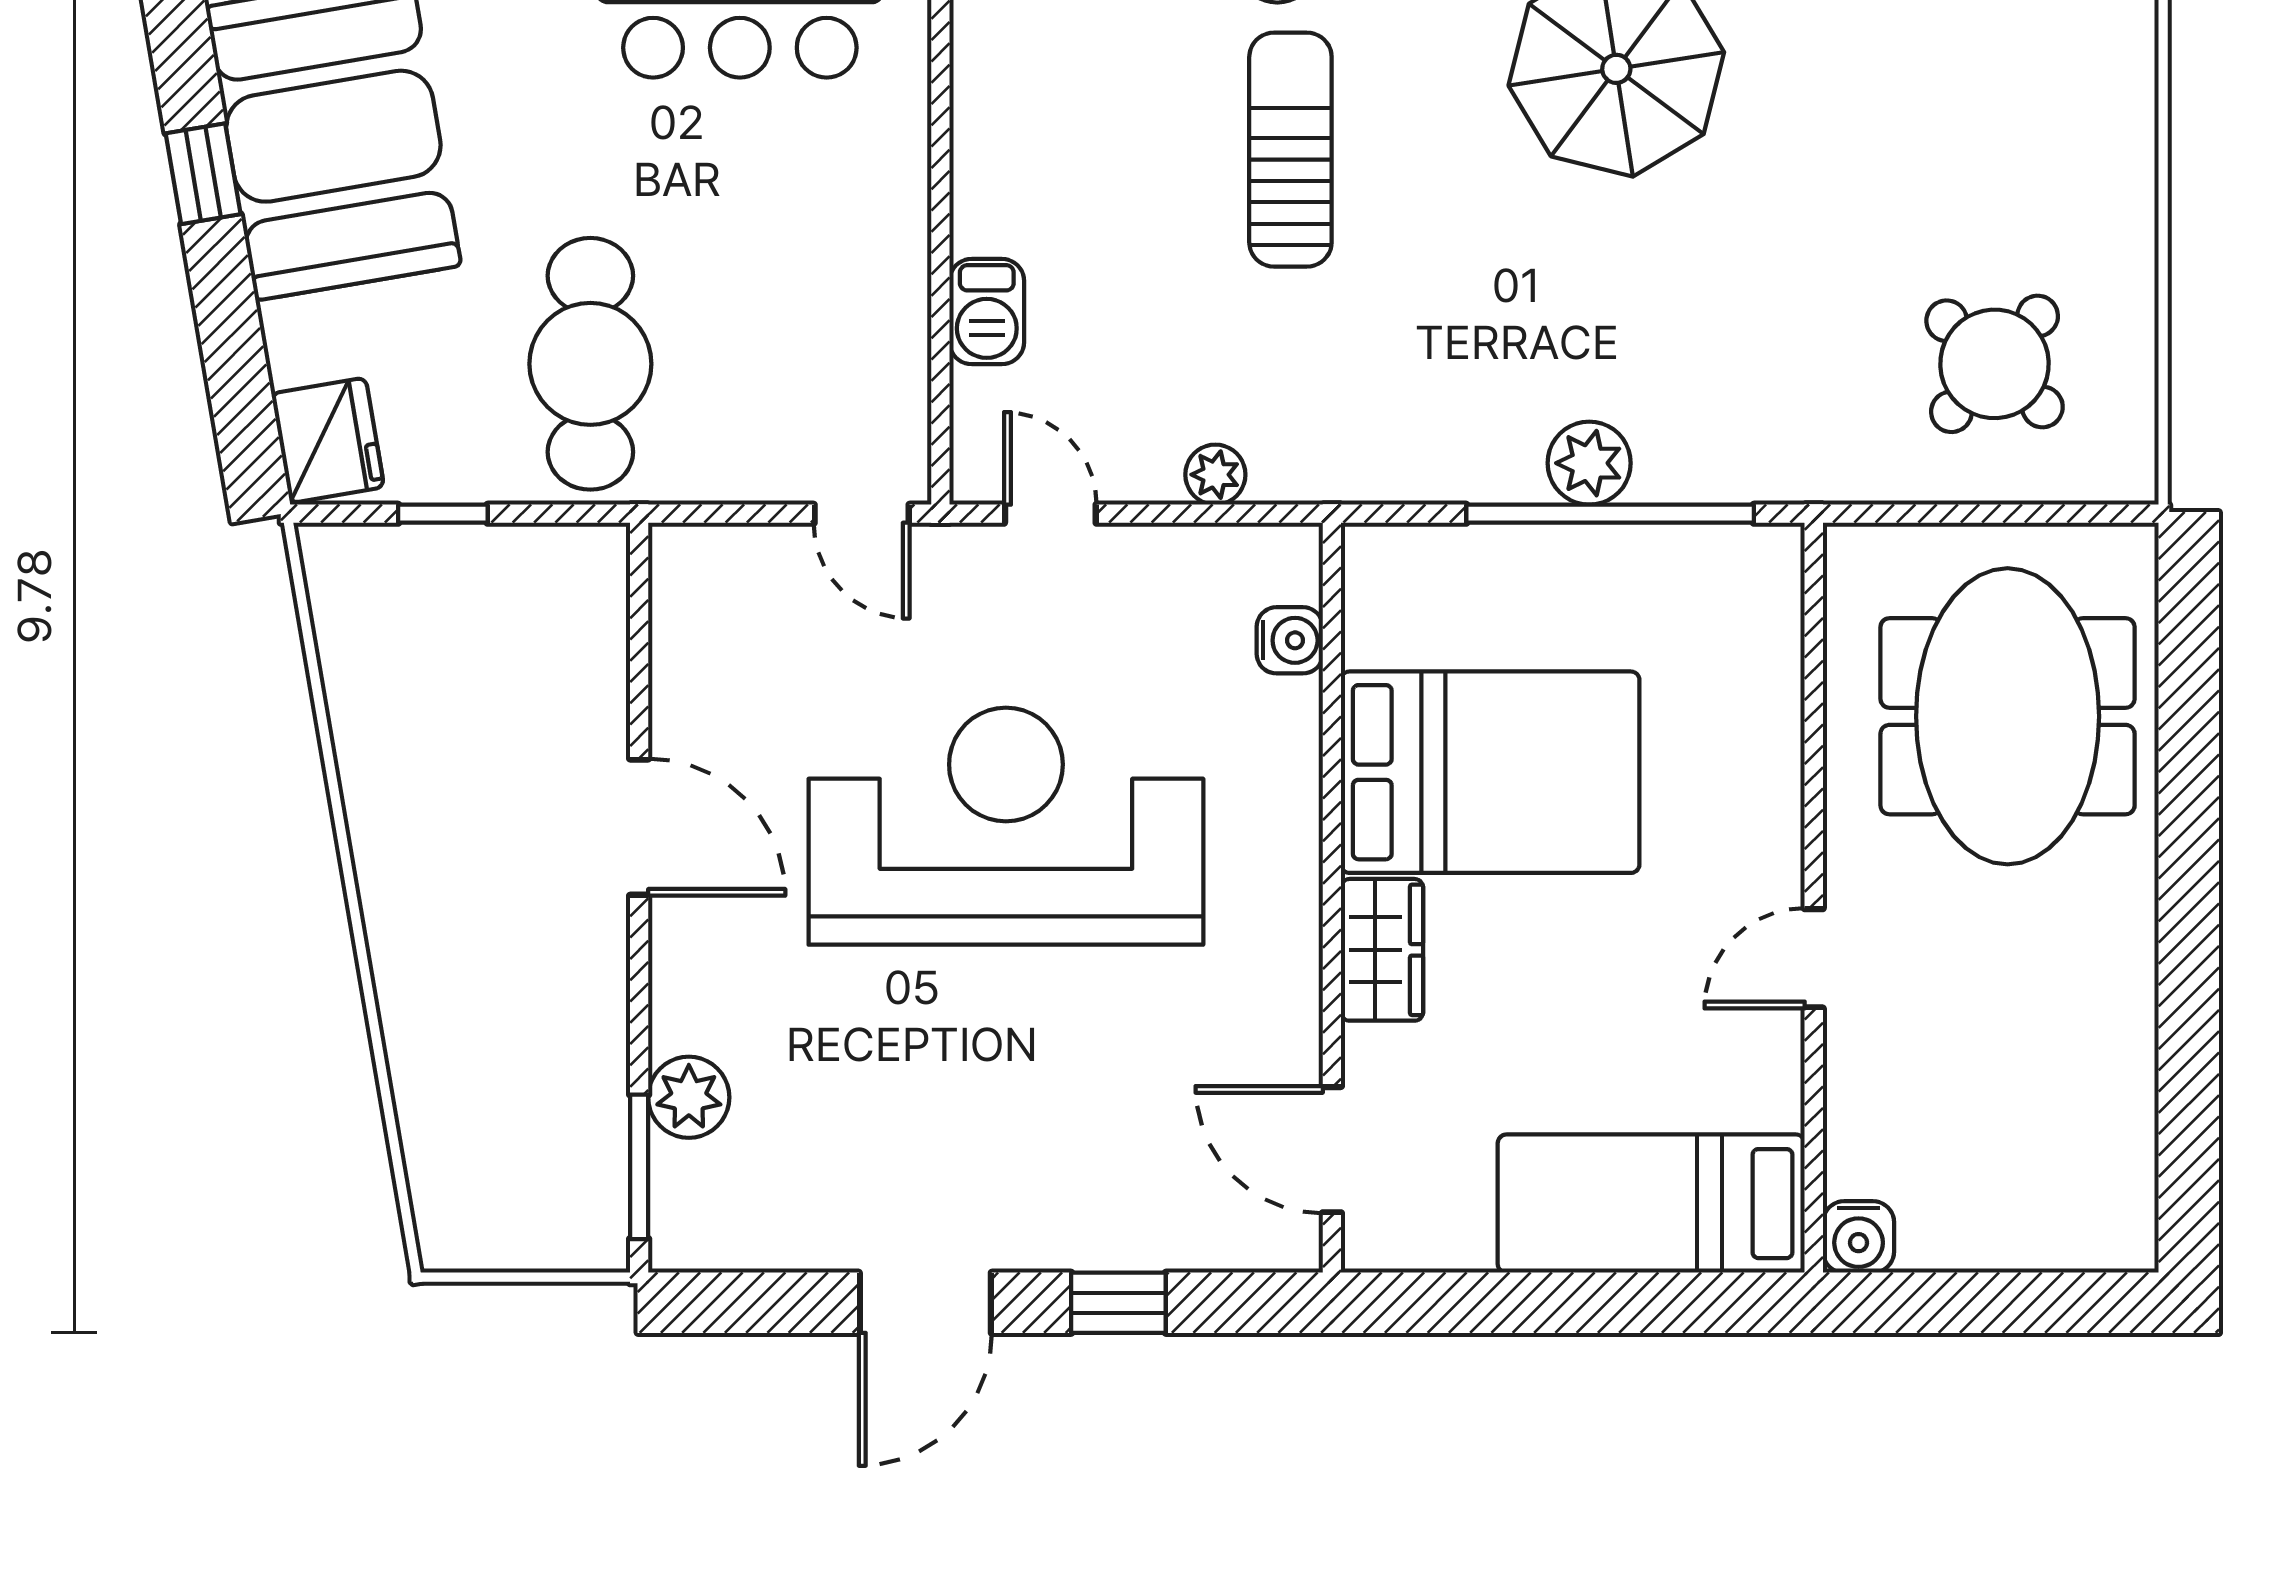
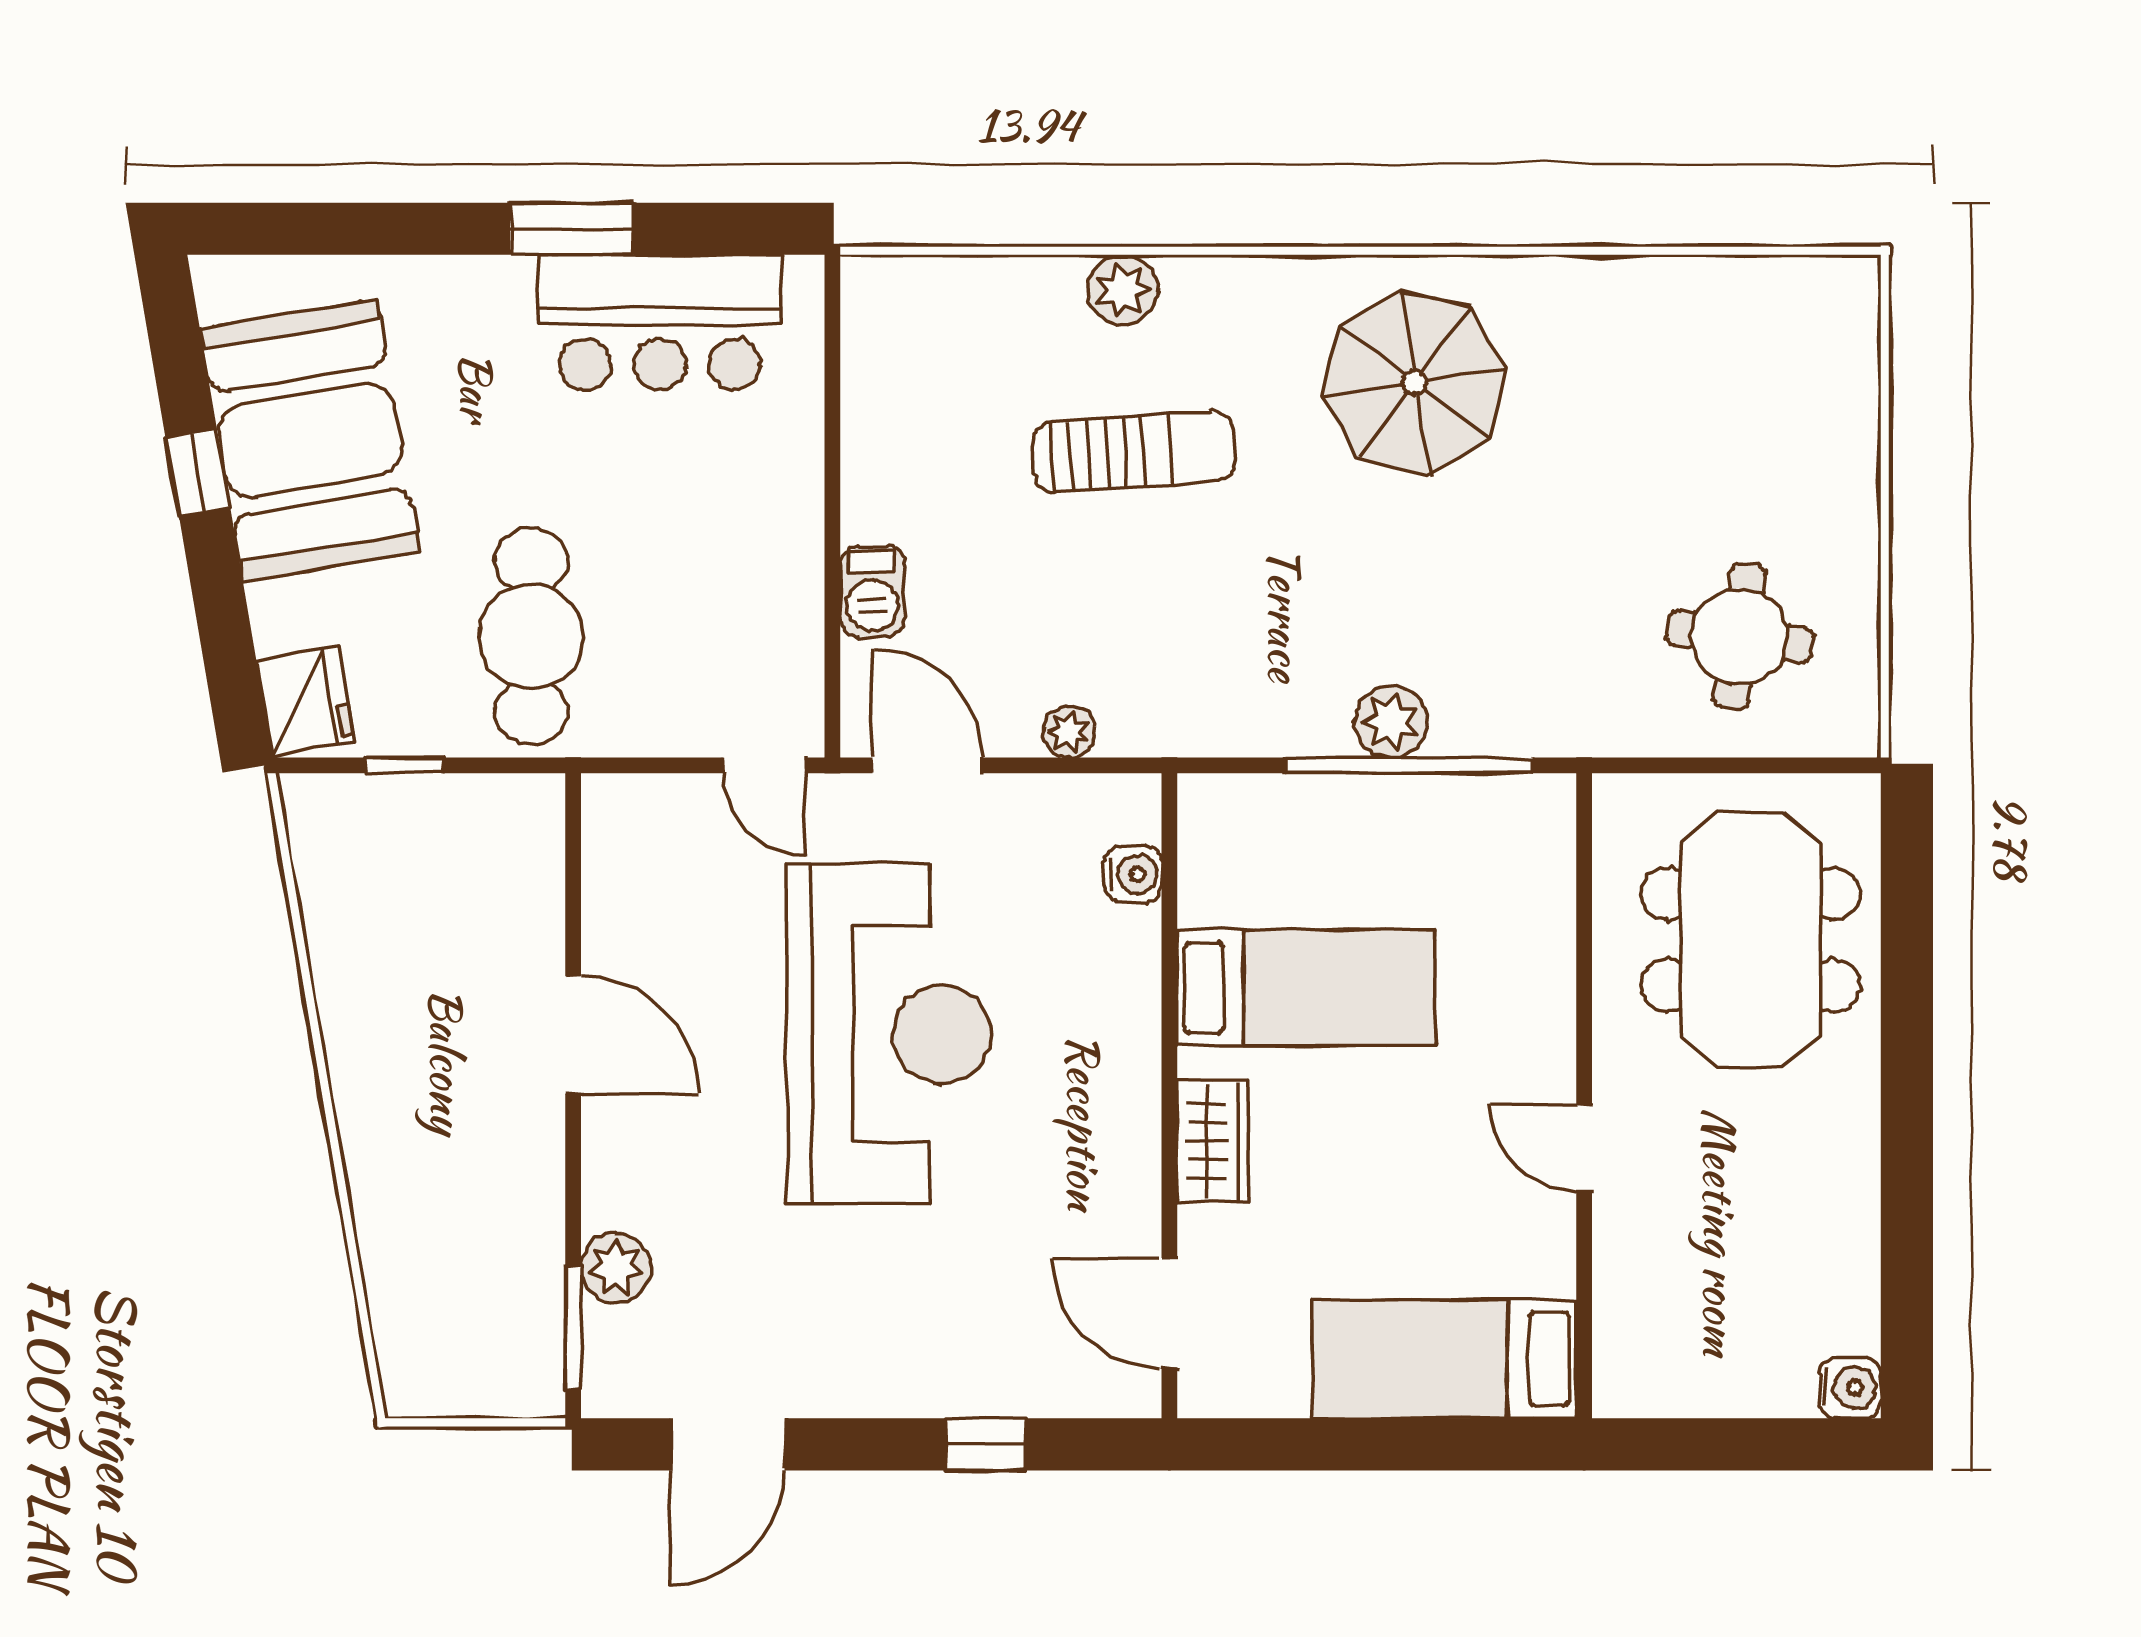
sun lounger: (1290, 150) -> (1134, 452), turned 86
round table: (1995, 364) -> (1740, 636), turned -34
door: (1050, 514) -> (927, 765), width x1.38
bed: (1490, 772) -> (1306, 988), width x0.67
reception desk: (1006, 826) -> (889, 1034), turned 90
door: (1814, 958) -> (1584, 1148), hinge flipped
water cooler: (1859, 1237) -> (1850, 1388), moved, turned -90
door: (925, 1303) -> (727, 1444), moved

